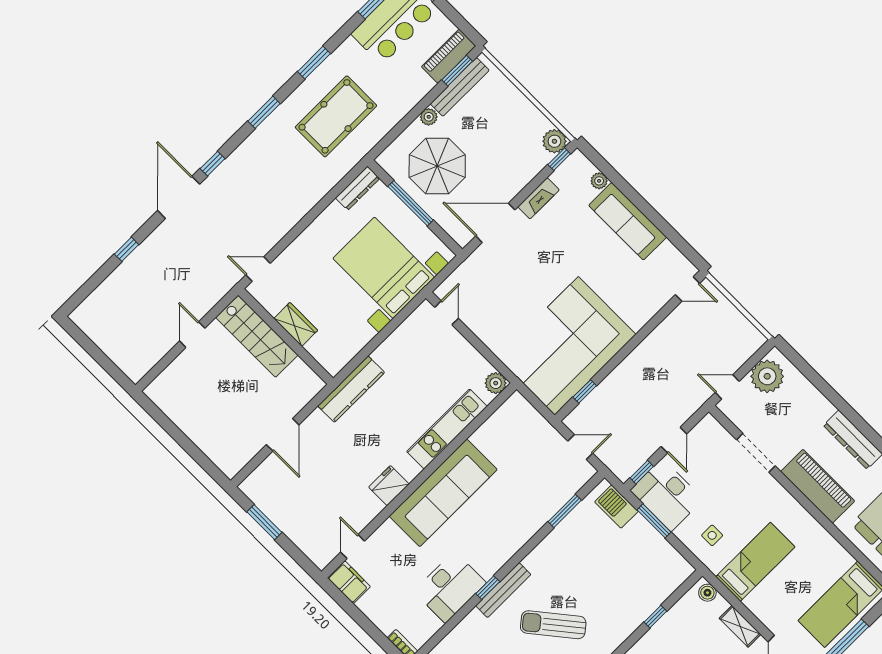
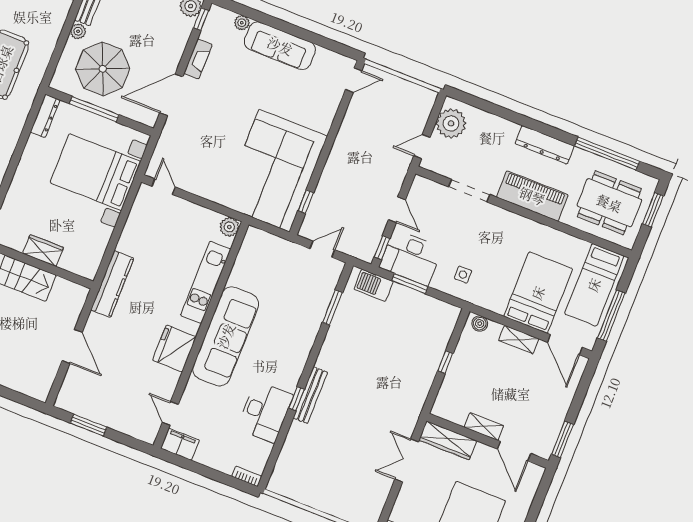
fridge: (389, 486) -> (174, 349), width x1.36, depth x1.34
bed: (755, 562) -> (538, 293), moved, width x1.50
sun lounger: (553, 625) -> (364, 406), removed

